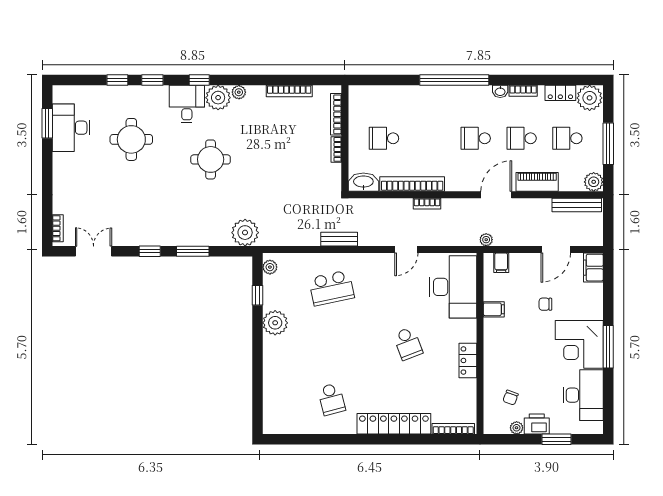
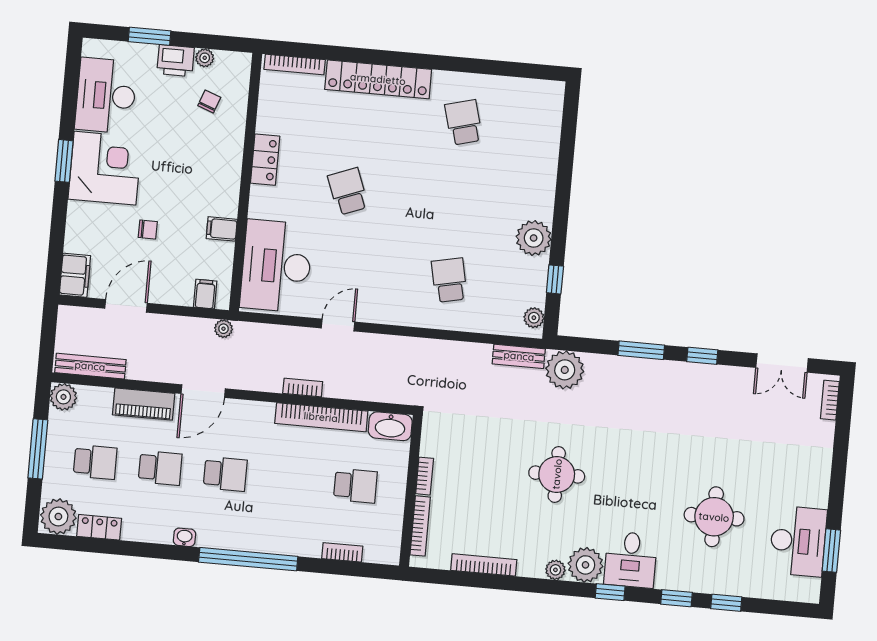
bookcase: (523, 91) -> (342, 552), moved
round table: (211, 159) -> (557, 474), moved
bench: (339, 239) -> (519, 356), moved
school desk: (331, 288) -> (449, 280), width x0.54
window: (608, 347) -> (64, 161), width x0.69

